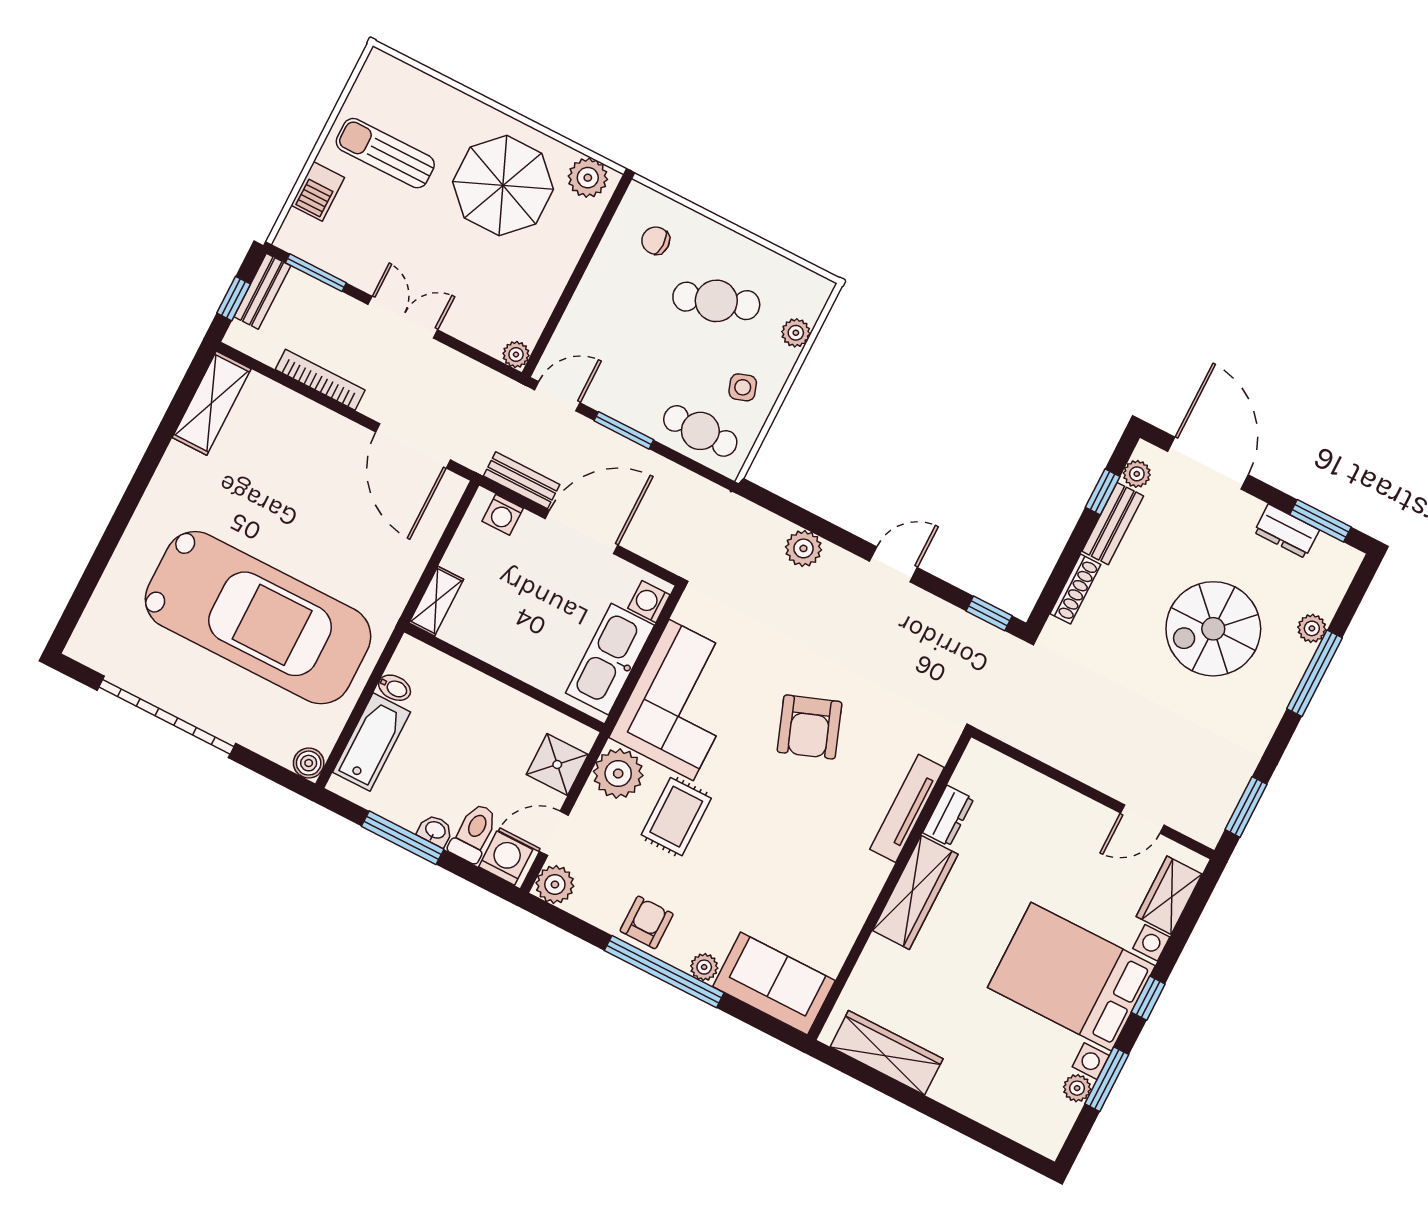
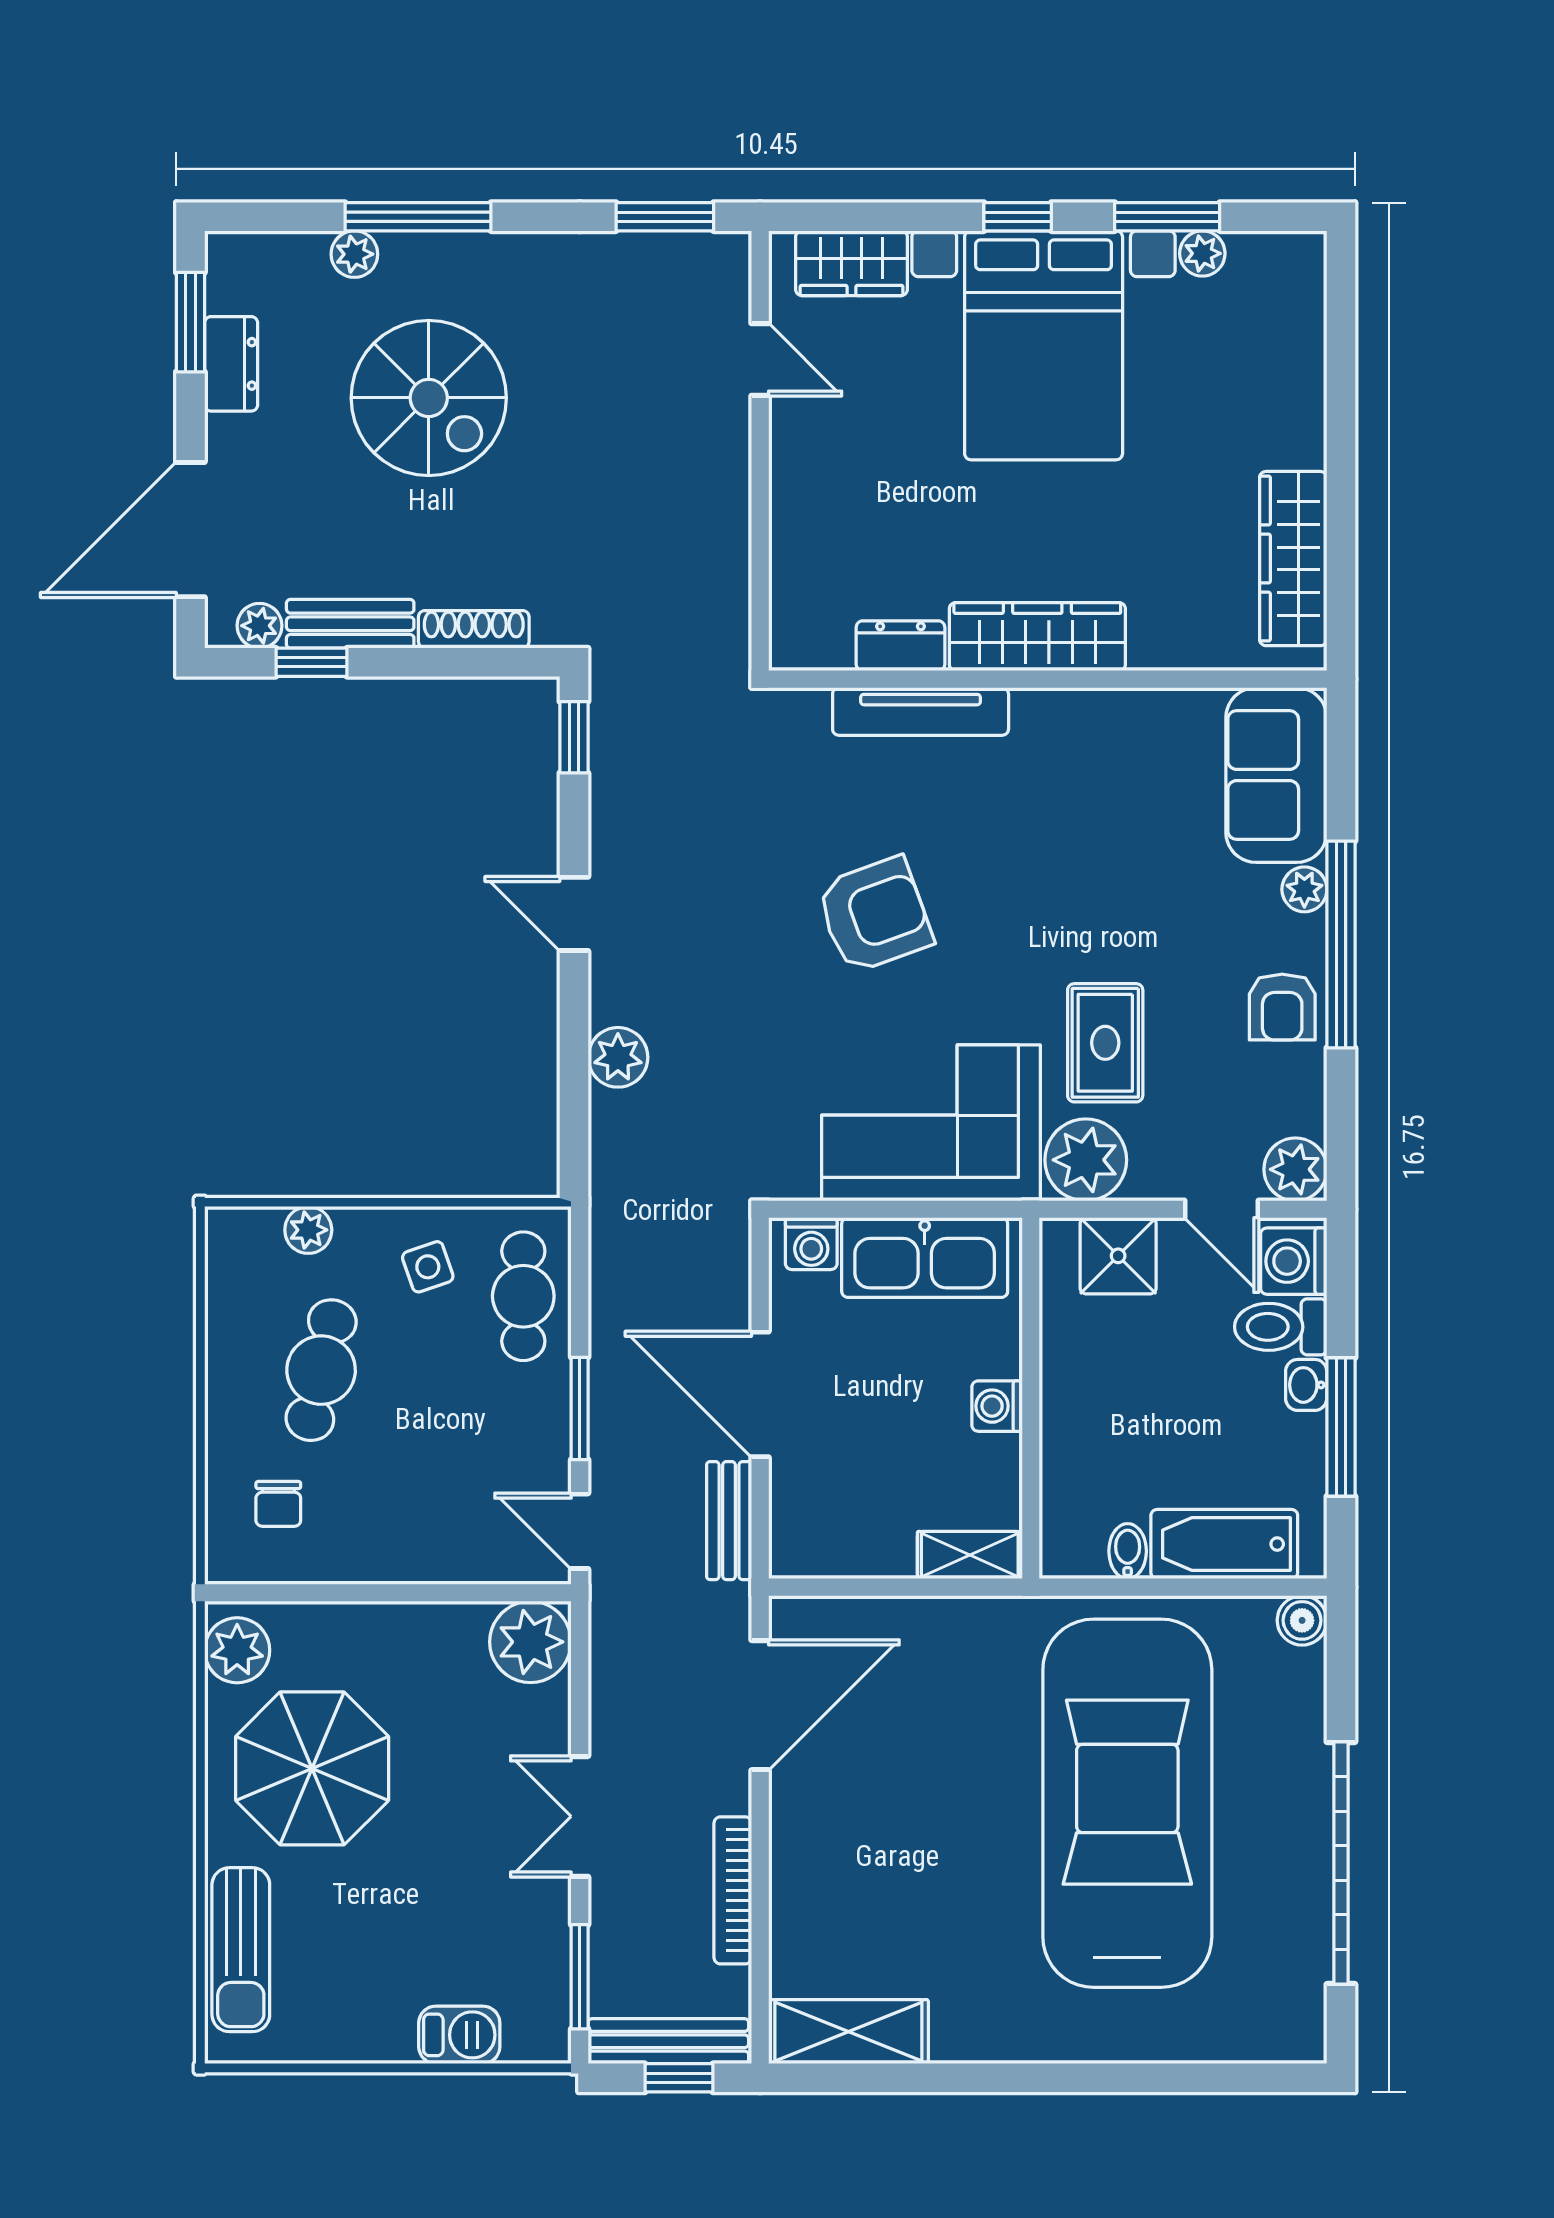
sun lounger: (385, 153) -> (241, 1950), moved
bench: (262, 291) -> (668, 2041), width x1.36
cafe table: (716, 301) -> (321, 1370), turned 32
plant: (516, 354) -> (530, 1642), width x1.88, depth x1.88
washing machine: (503, 515) -> (997, 1406), moved, turned 180
rug: (676, 817) -> (1105, 1043), turned 90
armchair: (647, 922) -> (1282, 1007), turned -90

